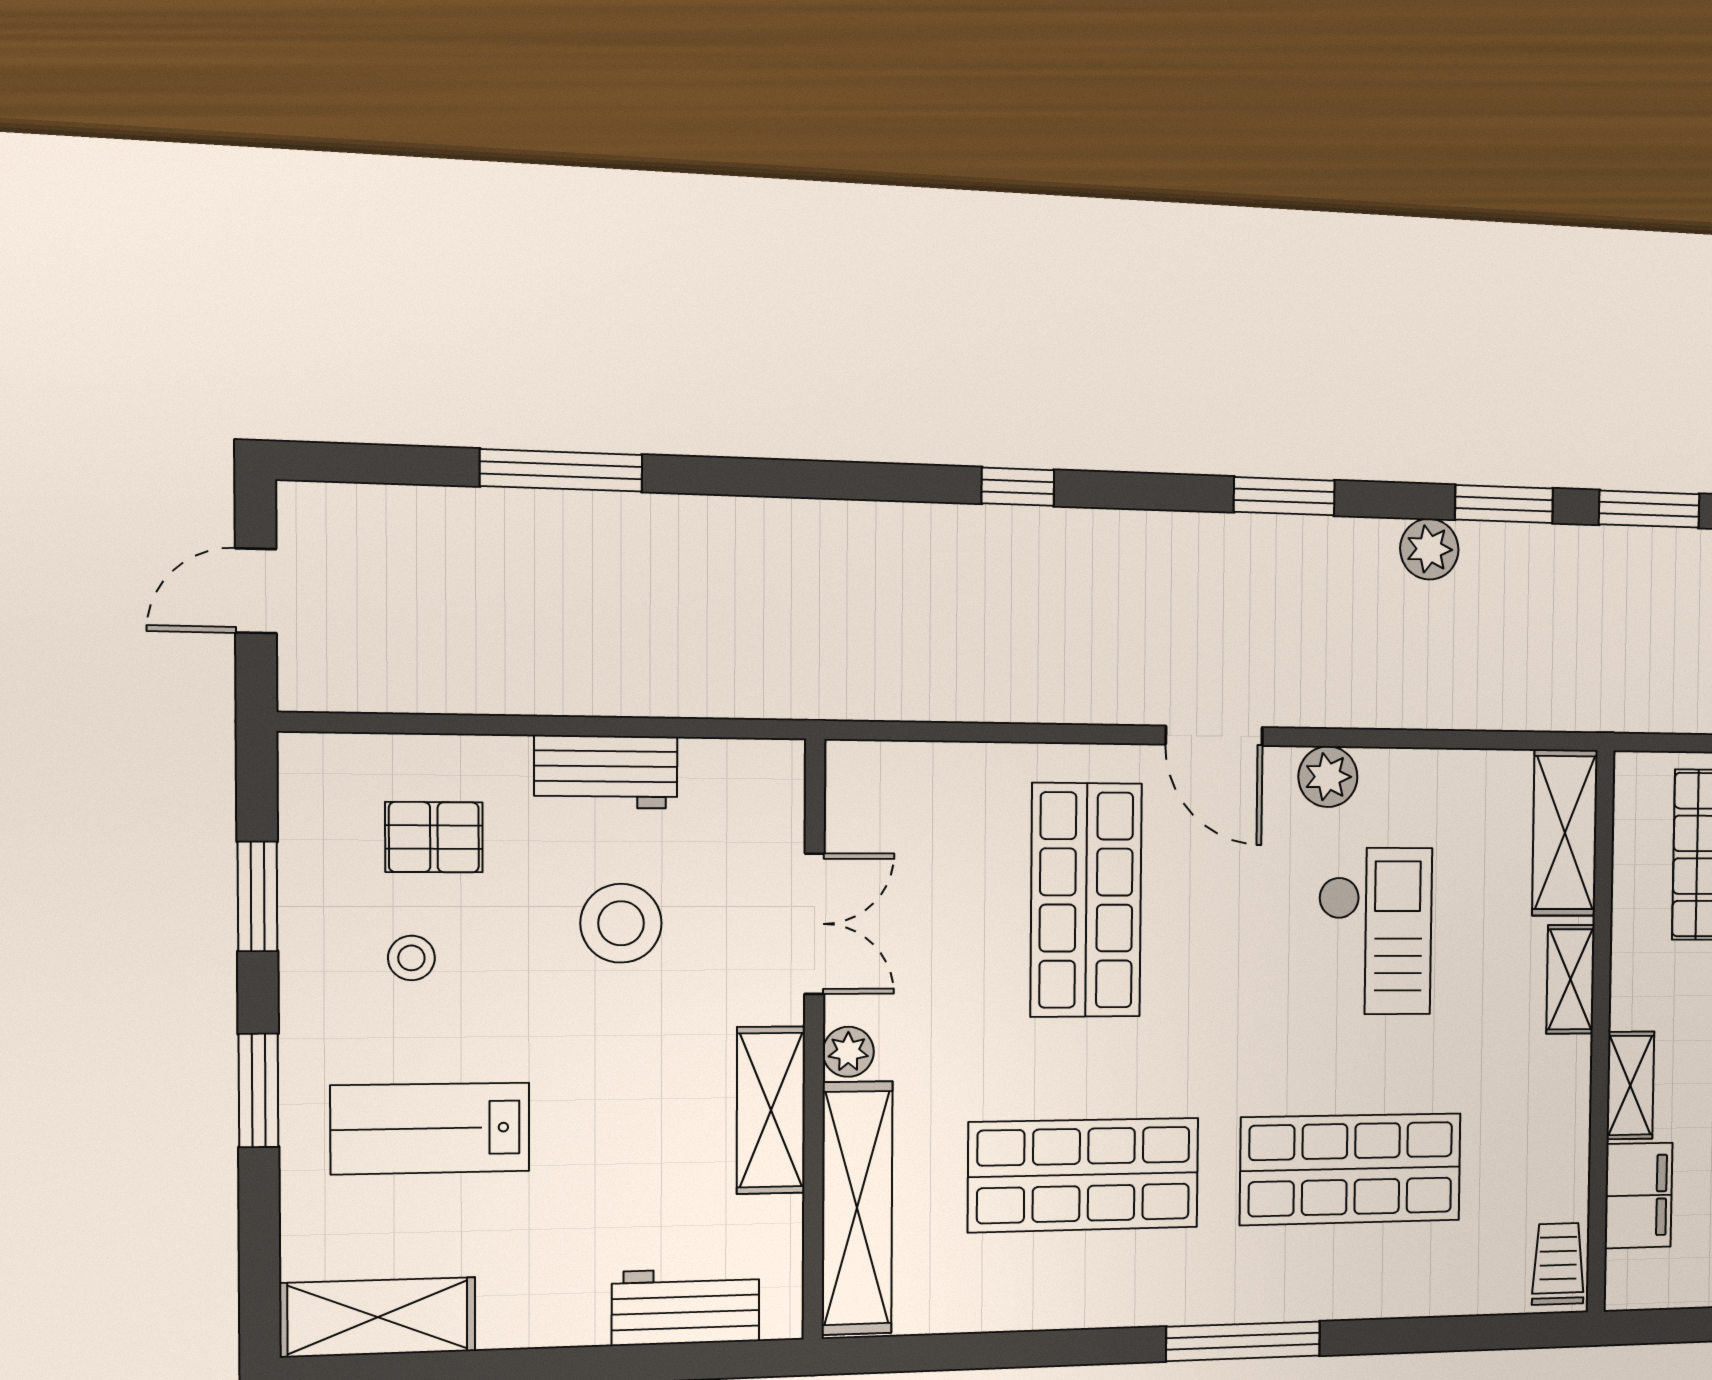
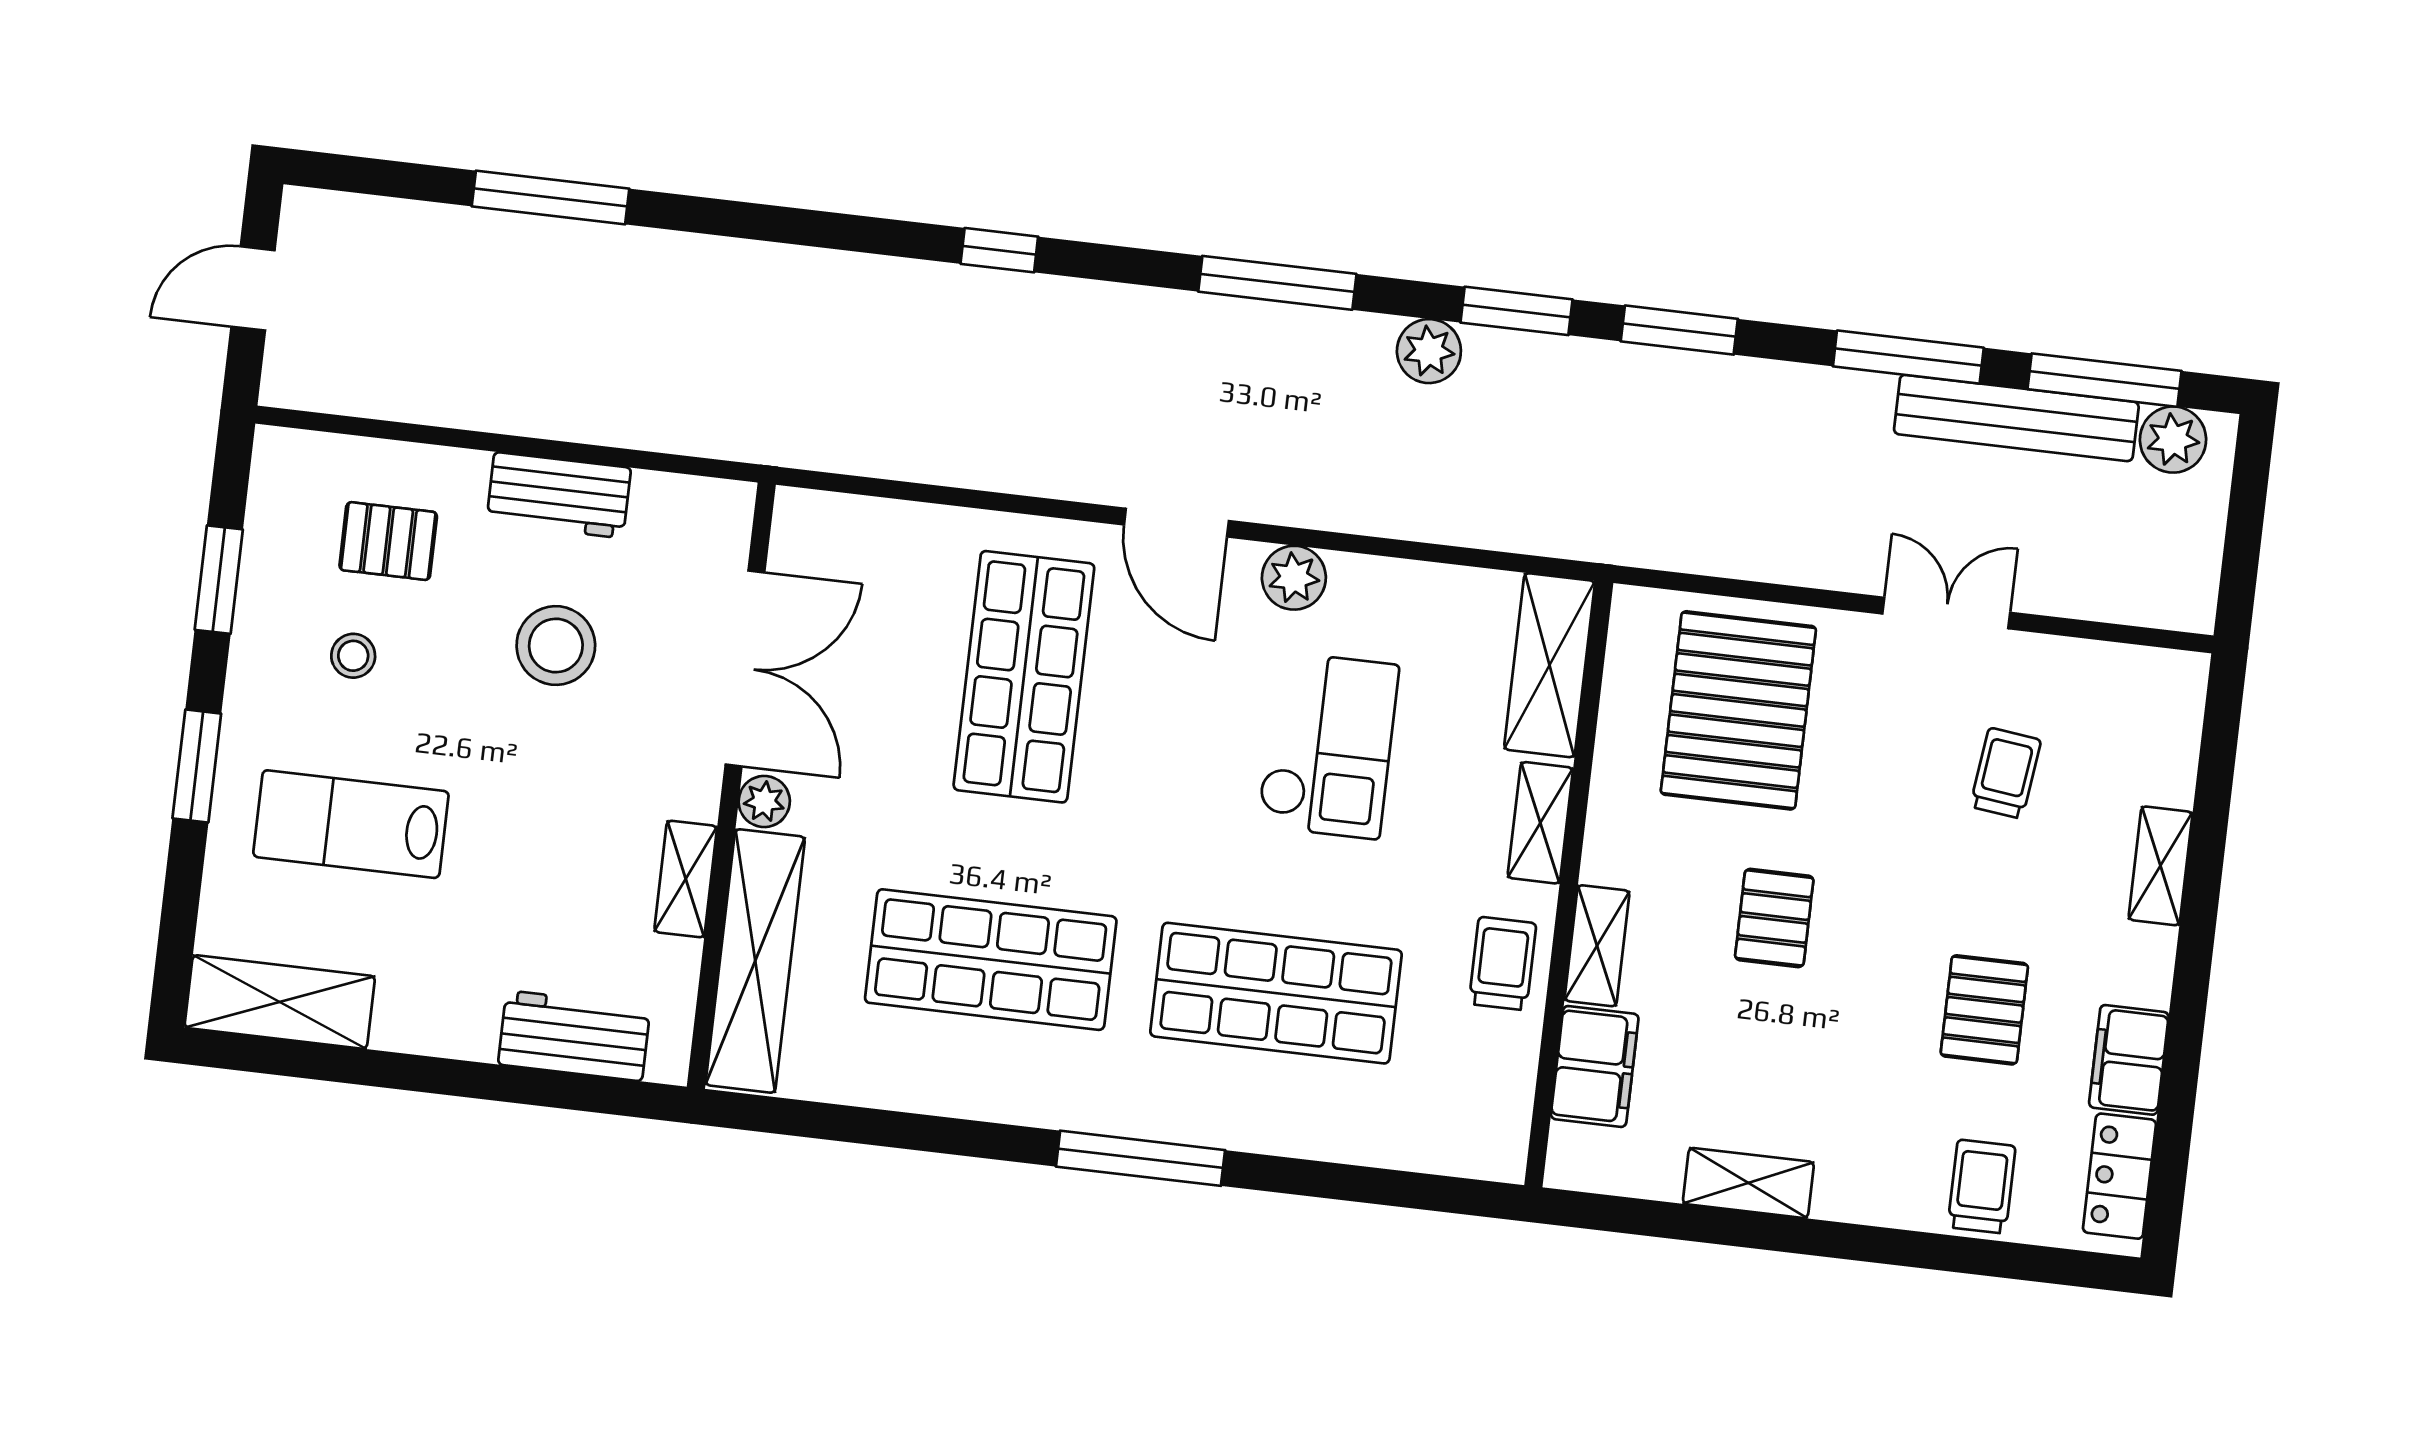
window: (1284, 496) -> (1277, 283), width x1.44
double door: (814, 924) -> (745, 668), width x1.37
shelving: (771, 1110) -> (686, 879), width x0.67, depth x0.75
trolley: (1558, 1264) -> (1503, 964), moved

